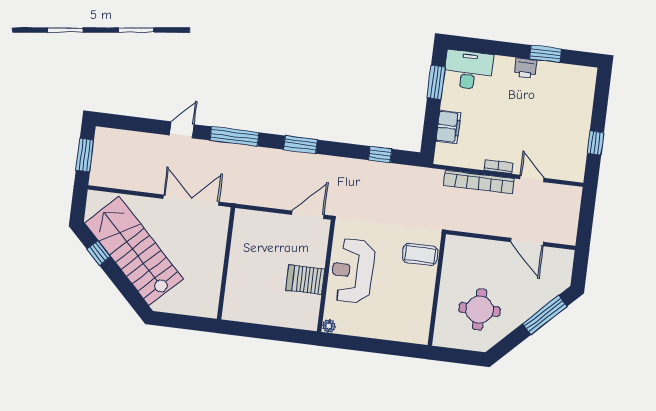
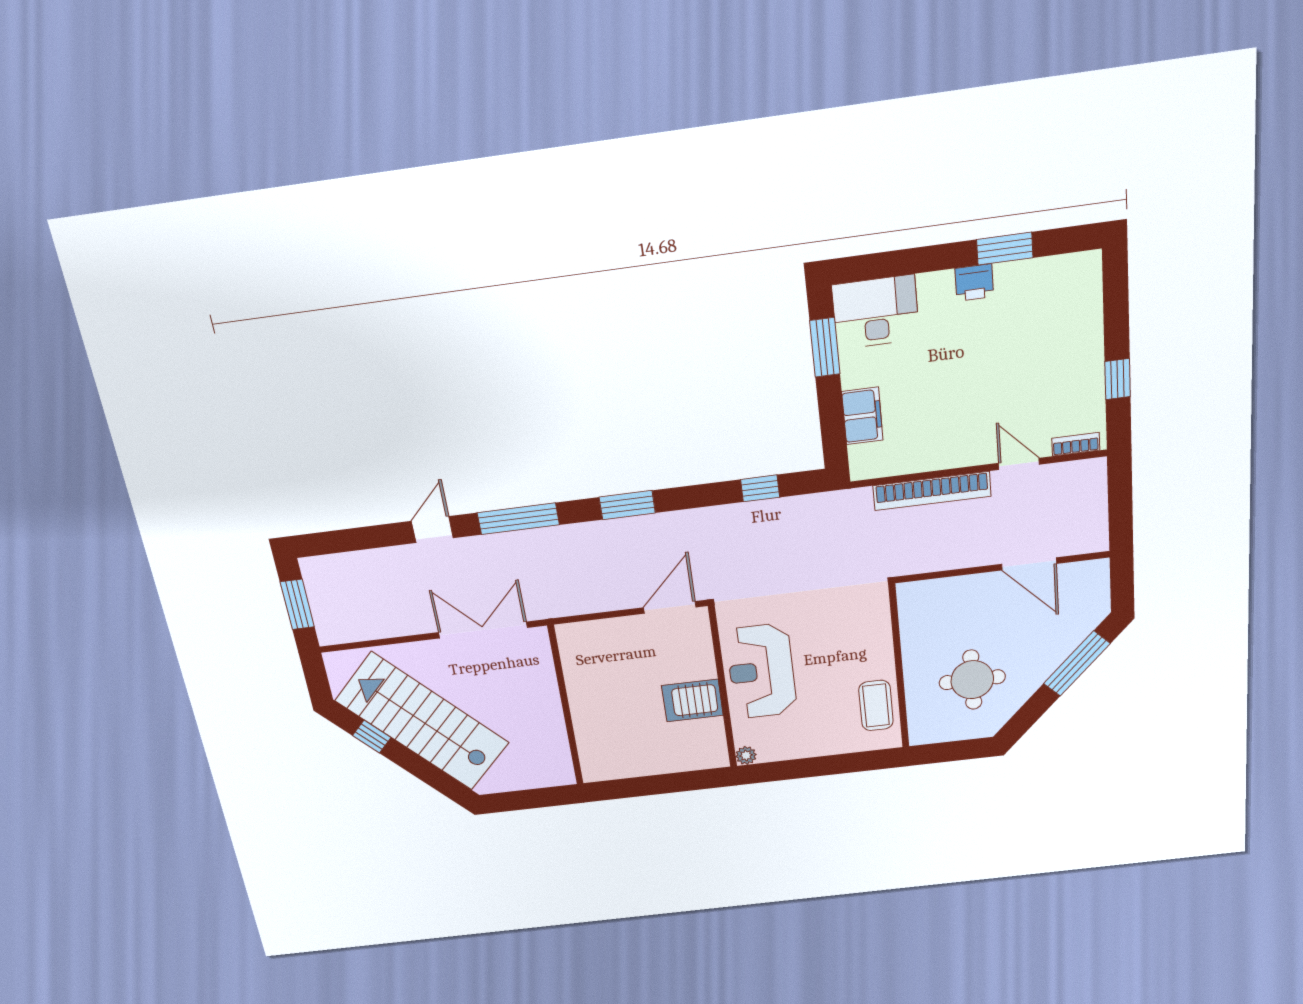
bookcase: (499, 167) -> (1076, 444), moved
coffee table: (420, 254) -> (876, 705), moved, turned 90

